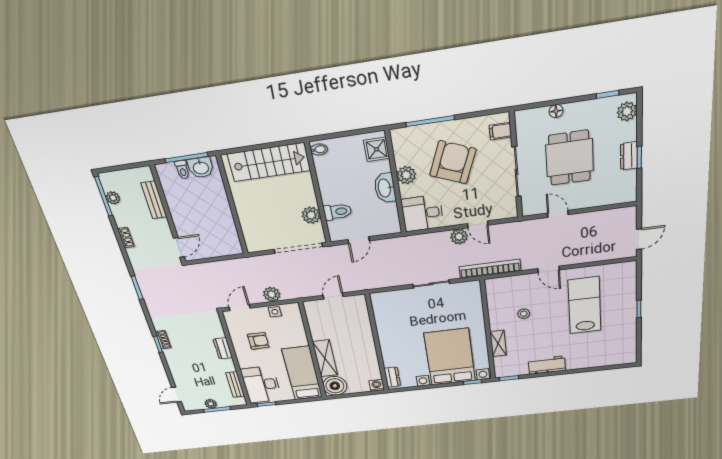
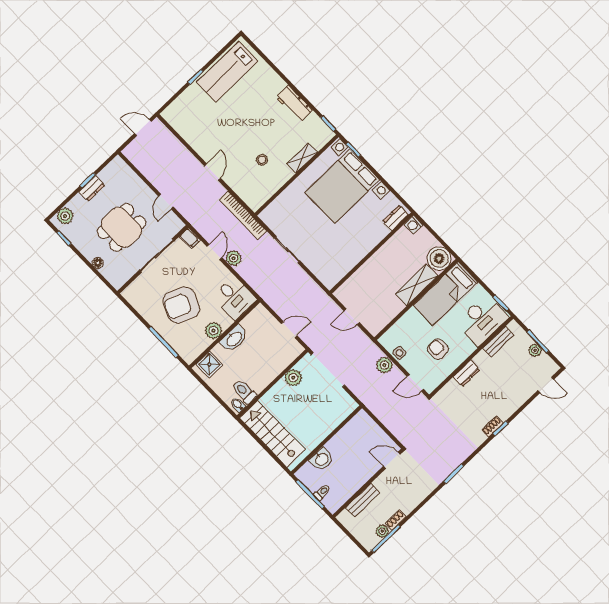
filing cabinet: (500, 131) -> (190, 238), moved
washbasin: (201, 168) -> (322, 459), moved, turned 90
toilet: (338, 212) -> (244, 392), moved
shoe rack: (126, 238) -> (396, 520), moved
lab bench: (584, 305) -> (227, 72), moved

